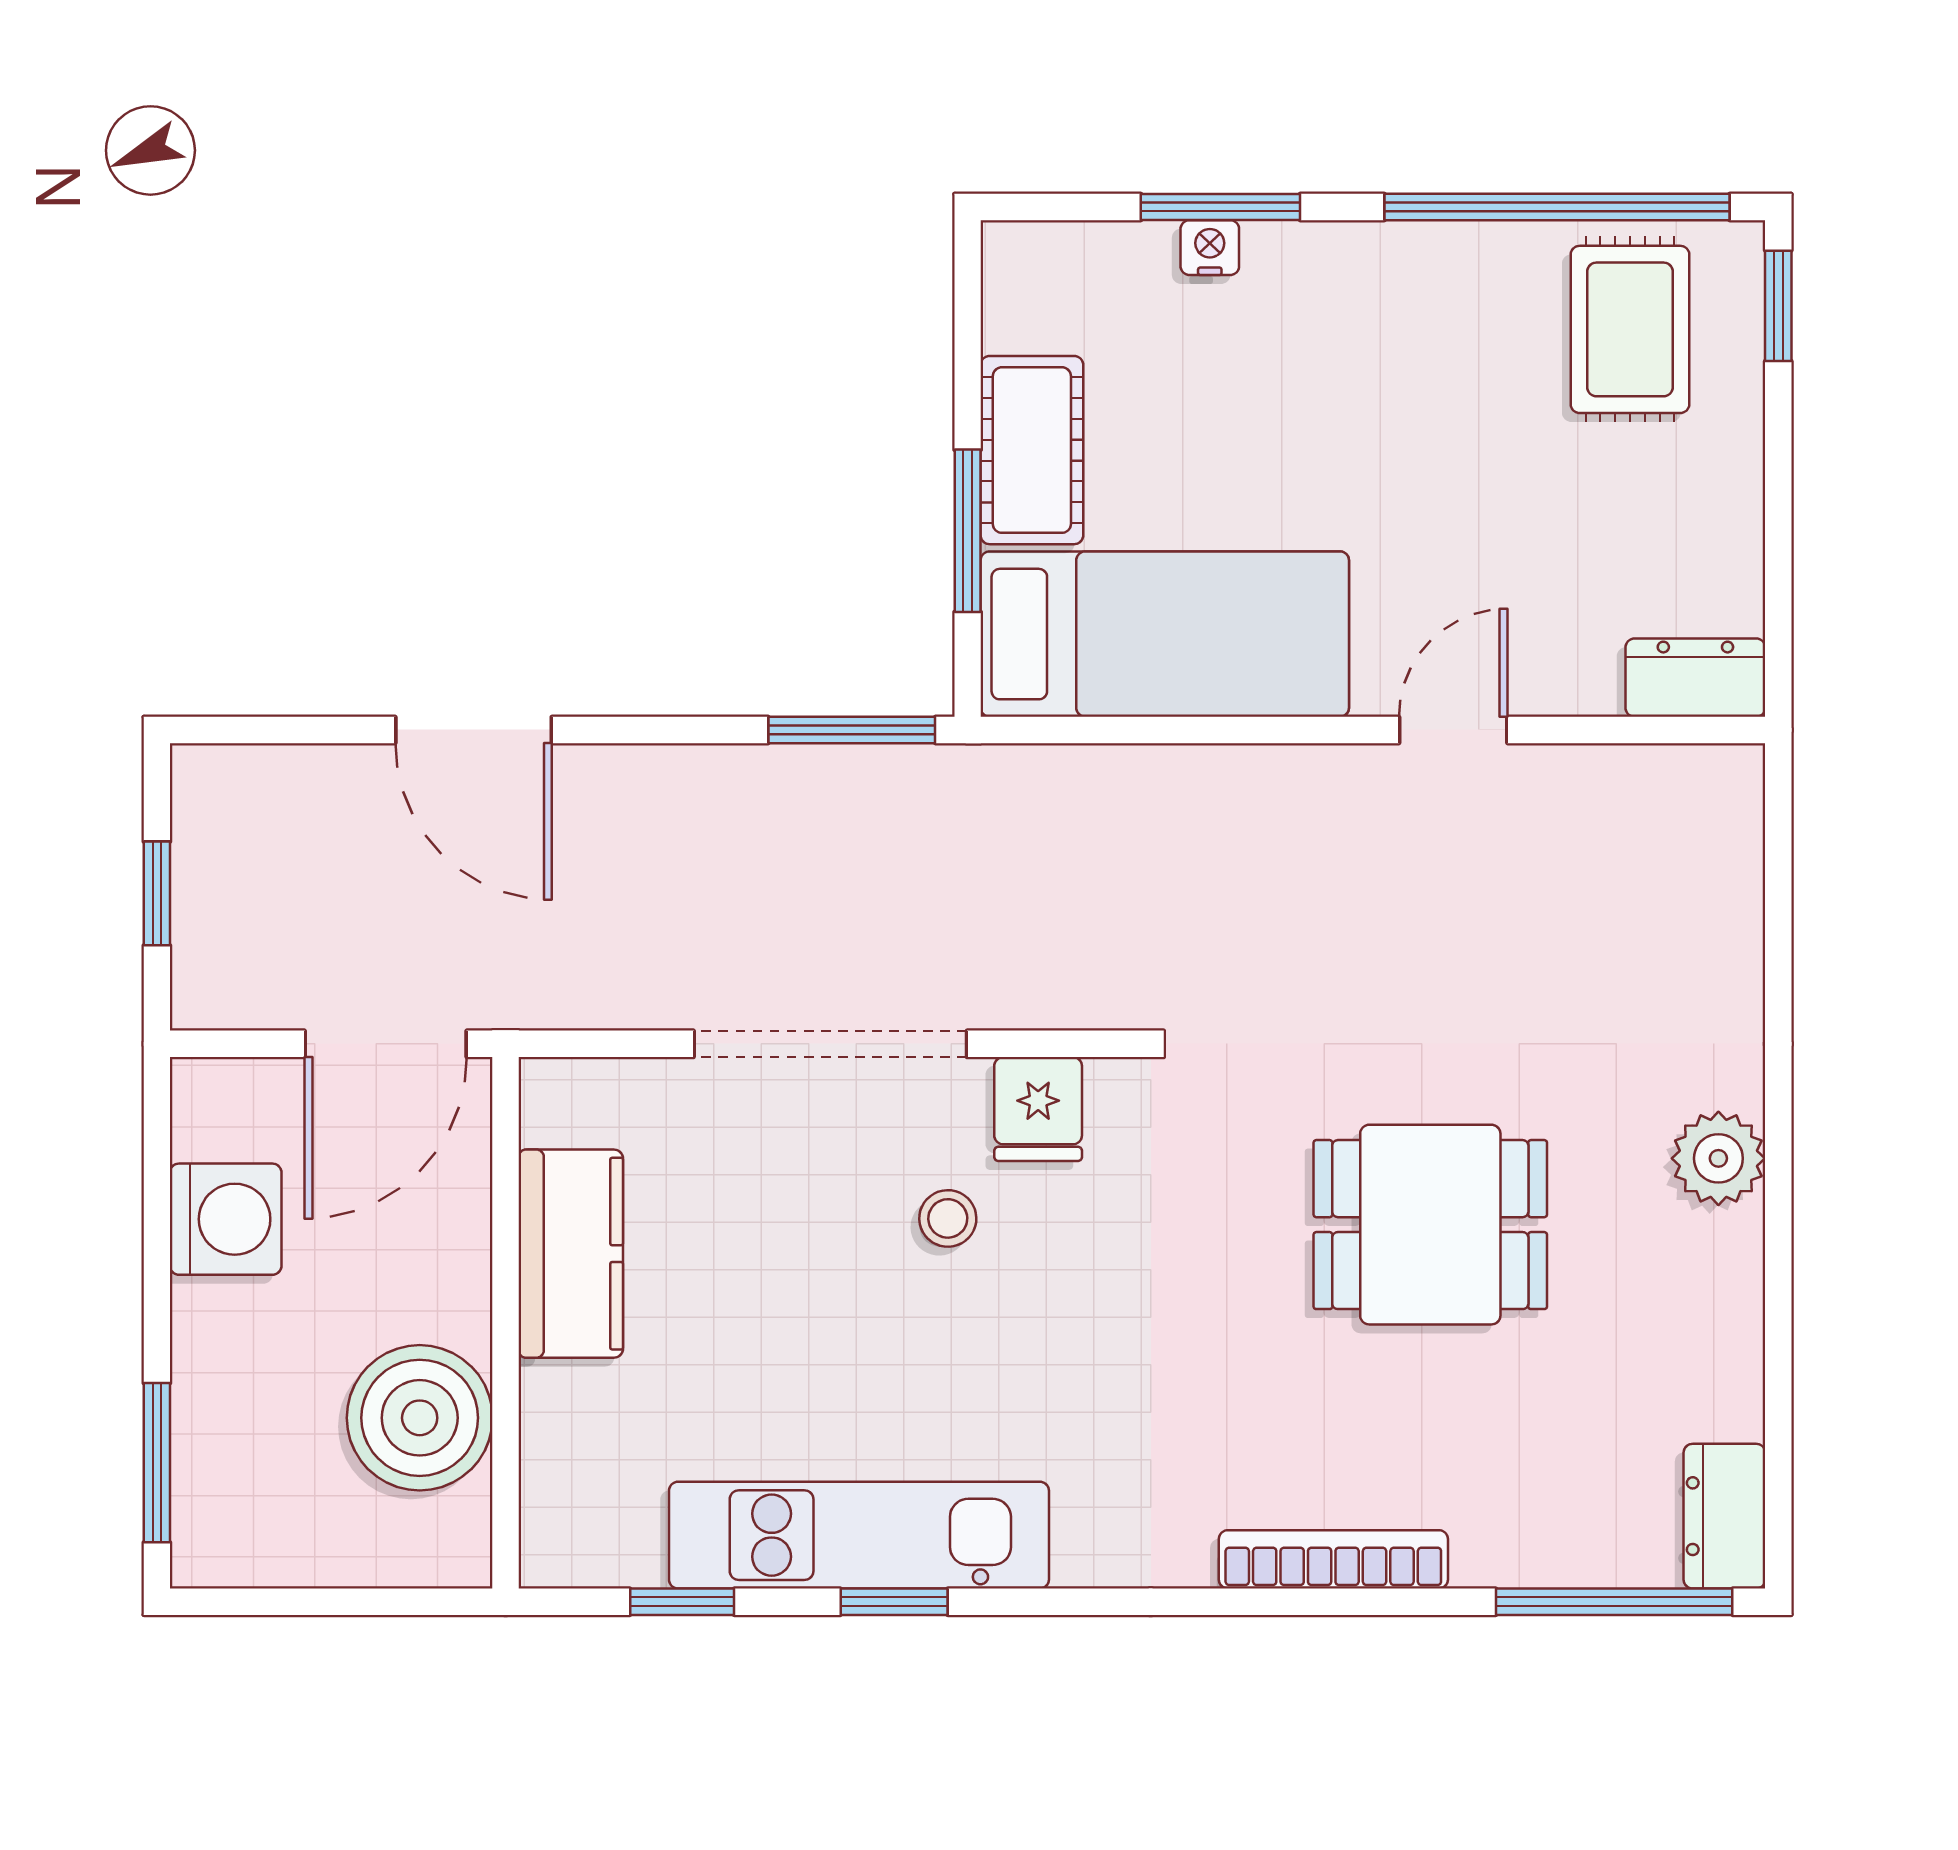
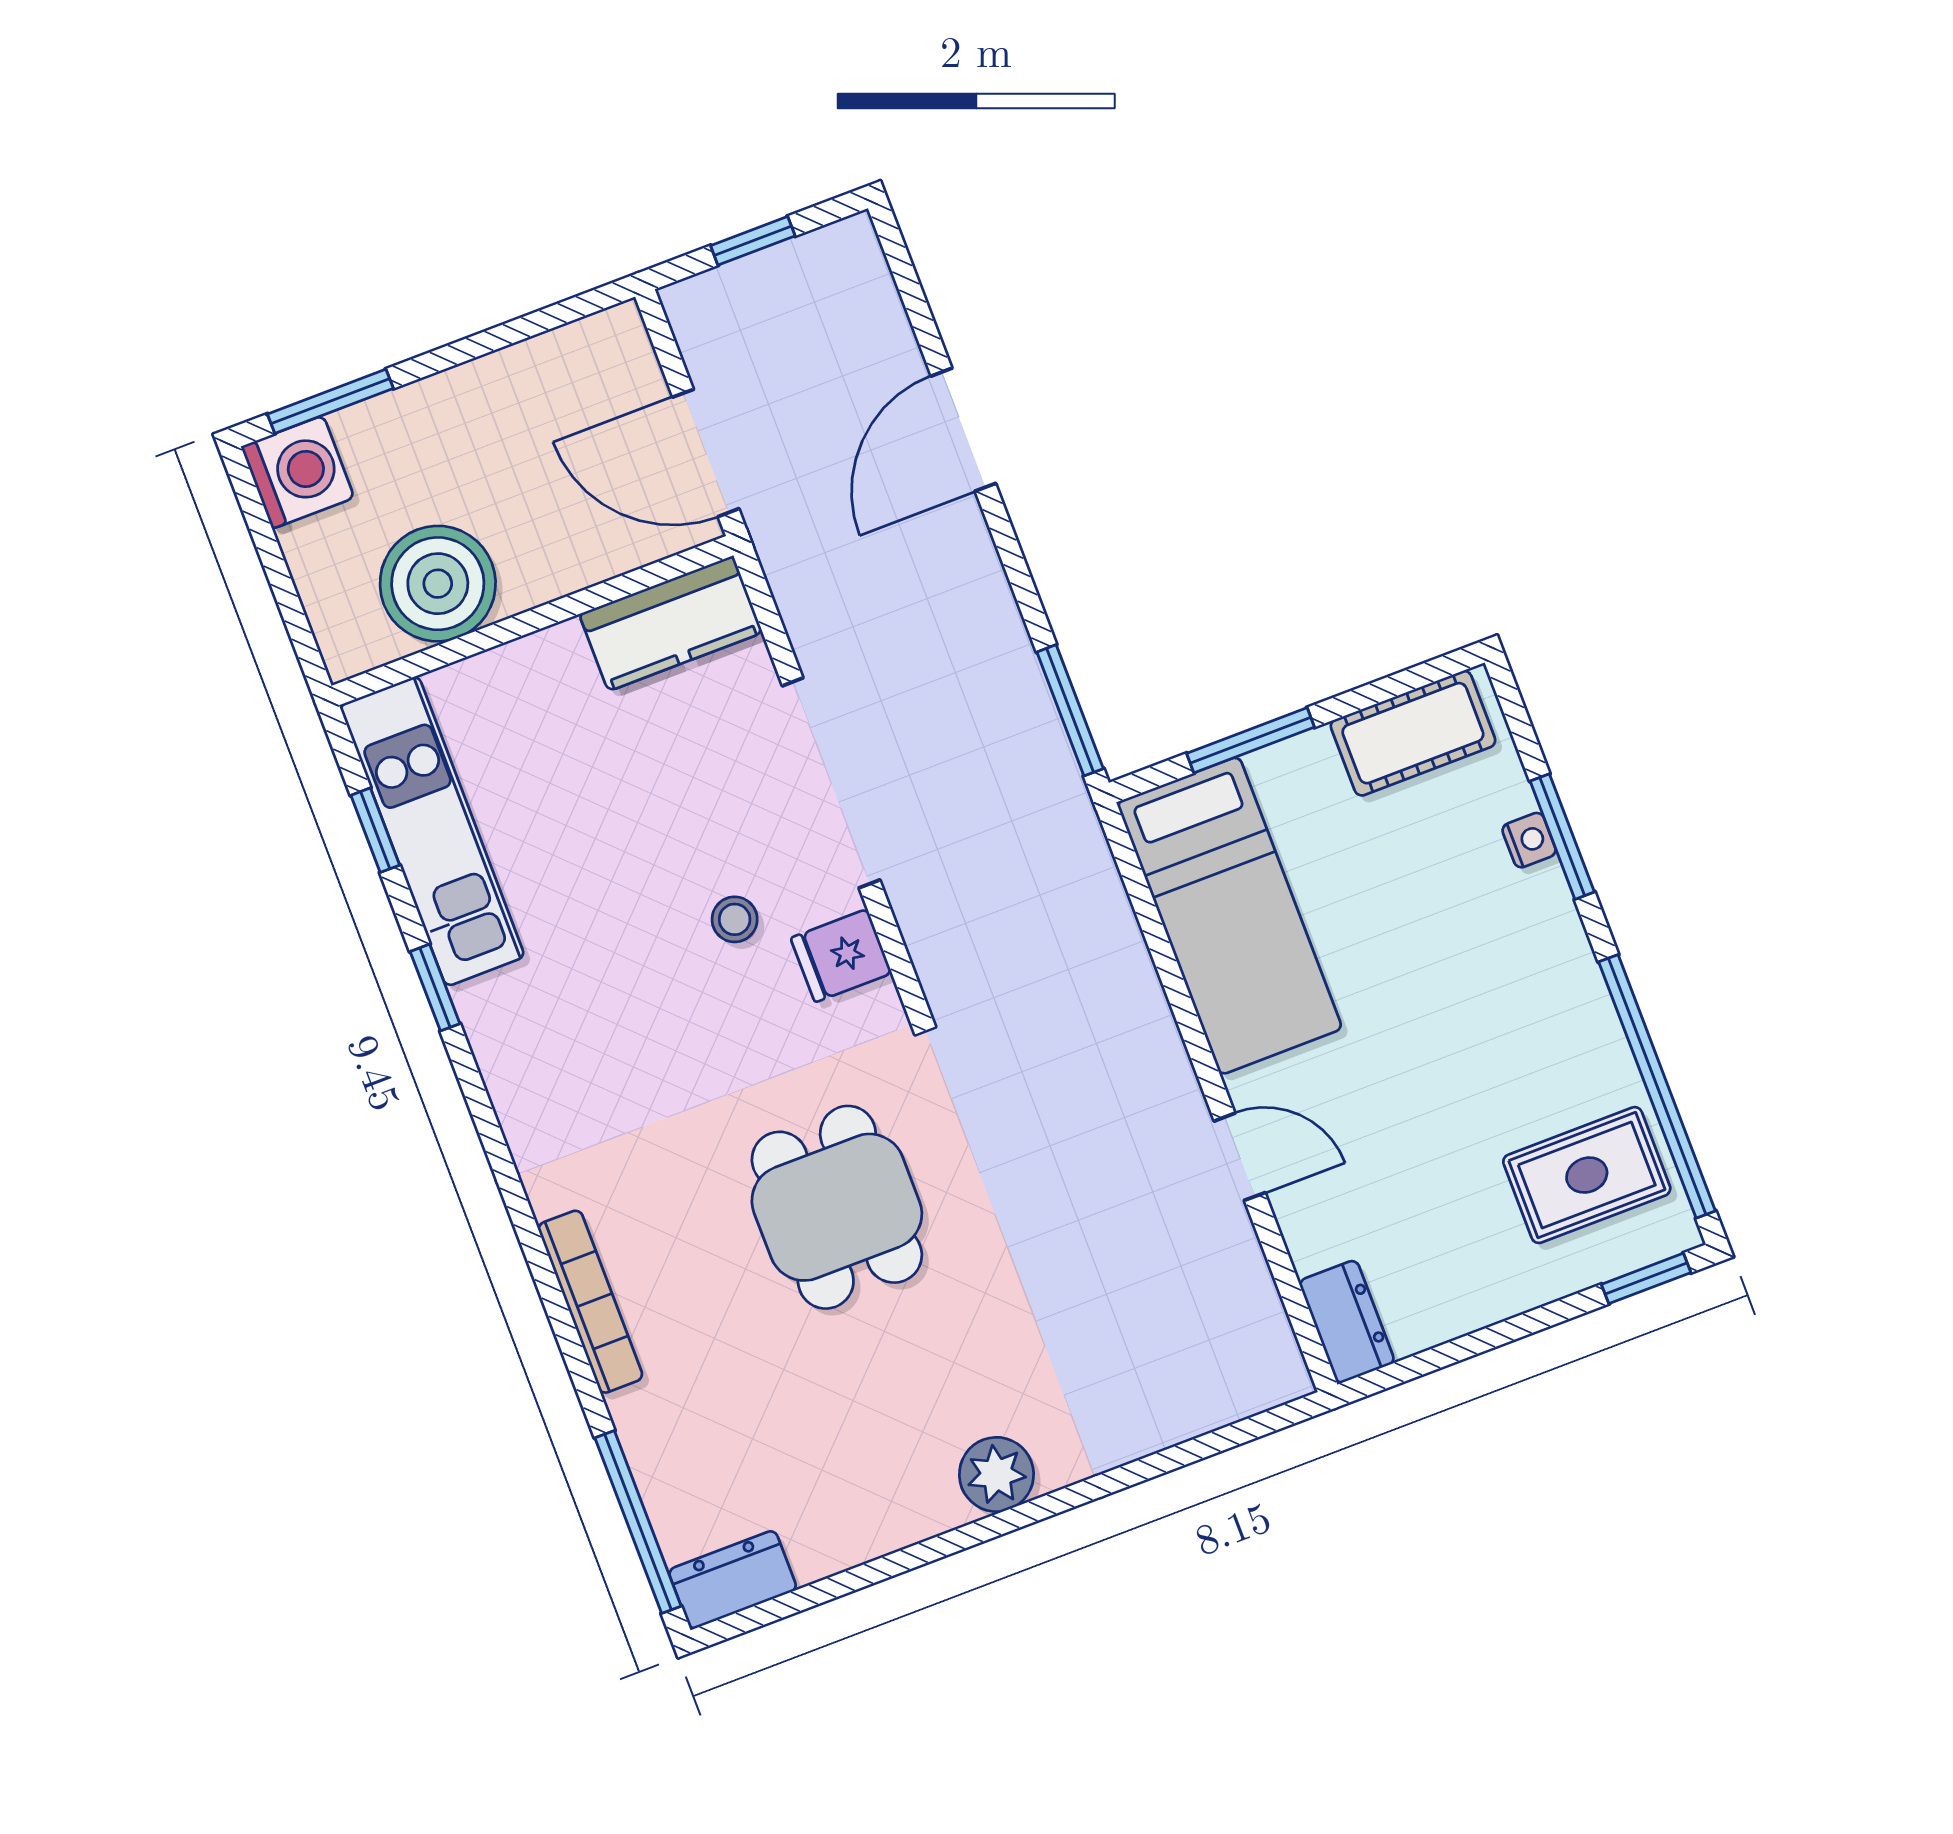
cot: (1032, 450) -> (1413, 733), moved
washing machine: (226, 1219) -> (298, 472), moved, turned -90
dining table: (1430, 1225) -> (837, 1207), moved
kitchen counter: (571, 1254) -> (671, 623), moved
kitchen unit: (859, 1535) -> (432, 831), moved

